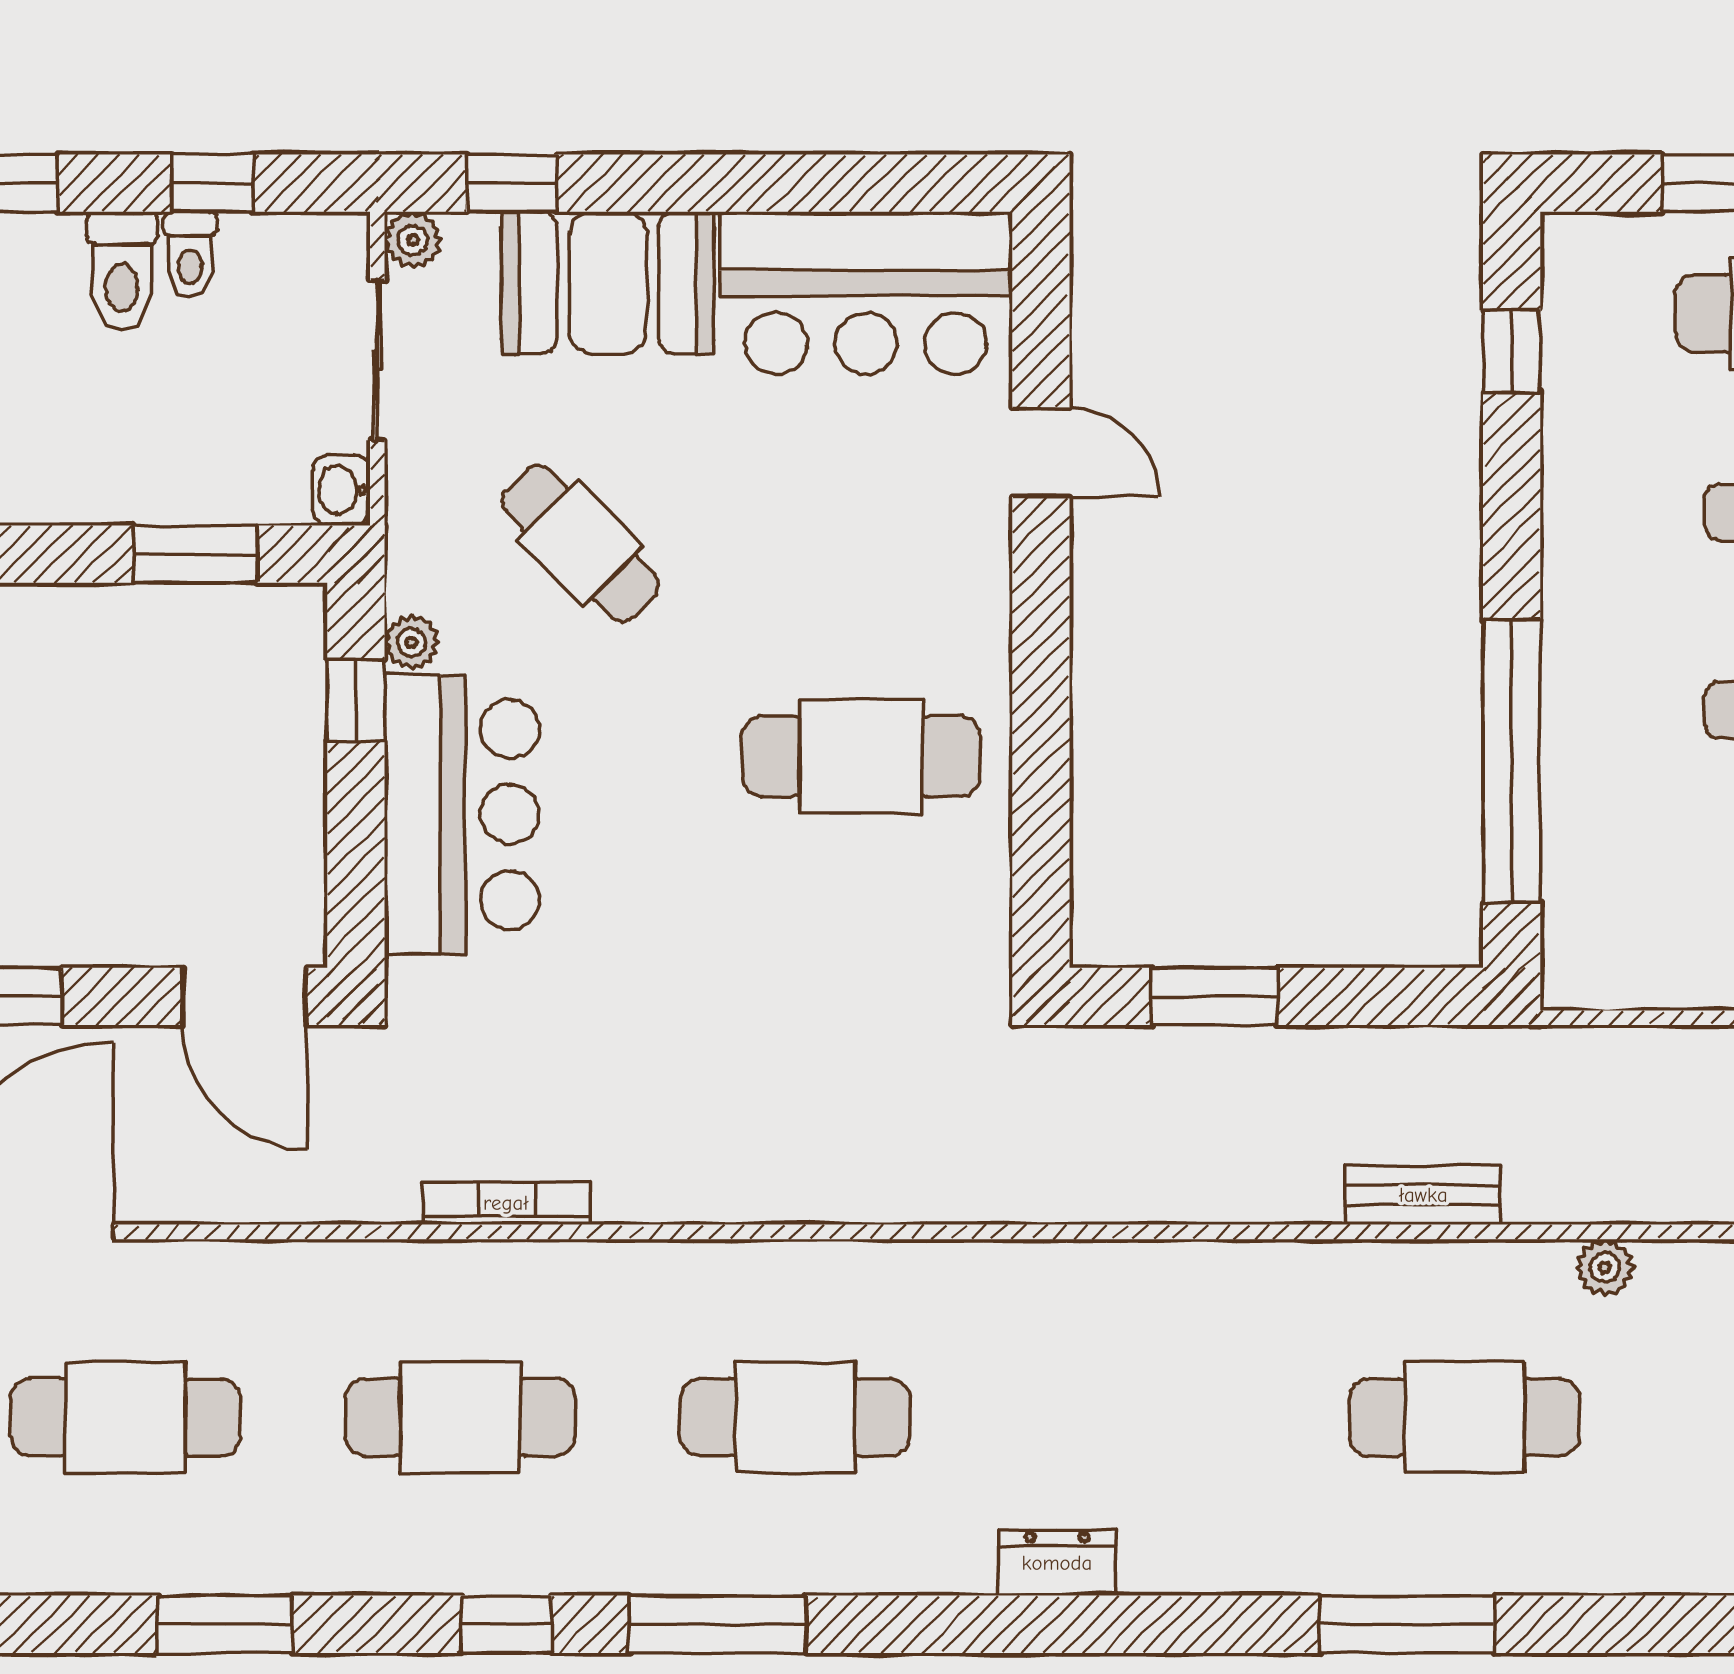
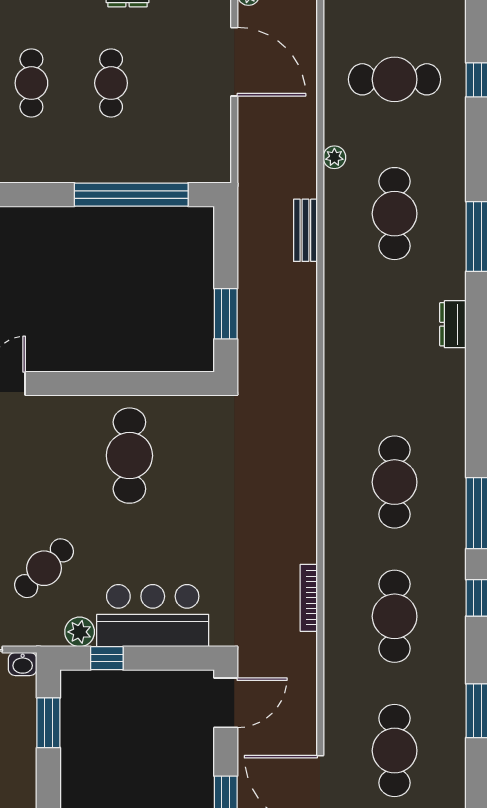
plant: (411, 642) -> (80, 632), width x1.38, depth x1.38
dresser: (1057, 1563) -> (453, 324), moved

